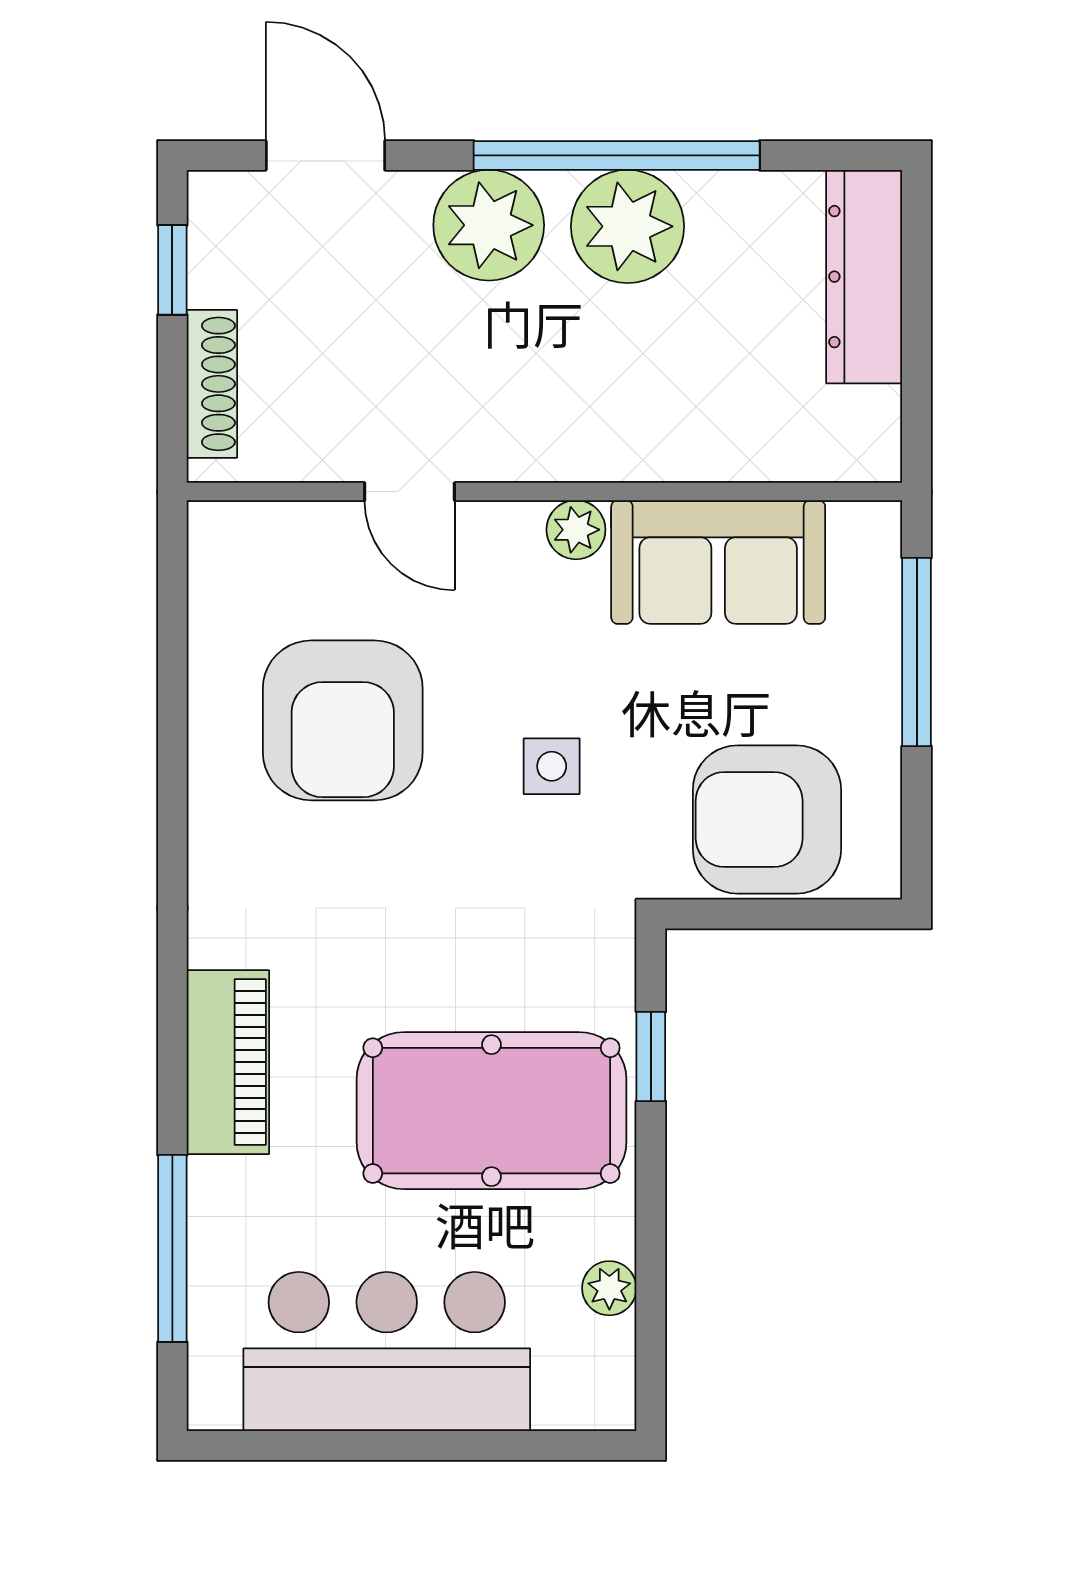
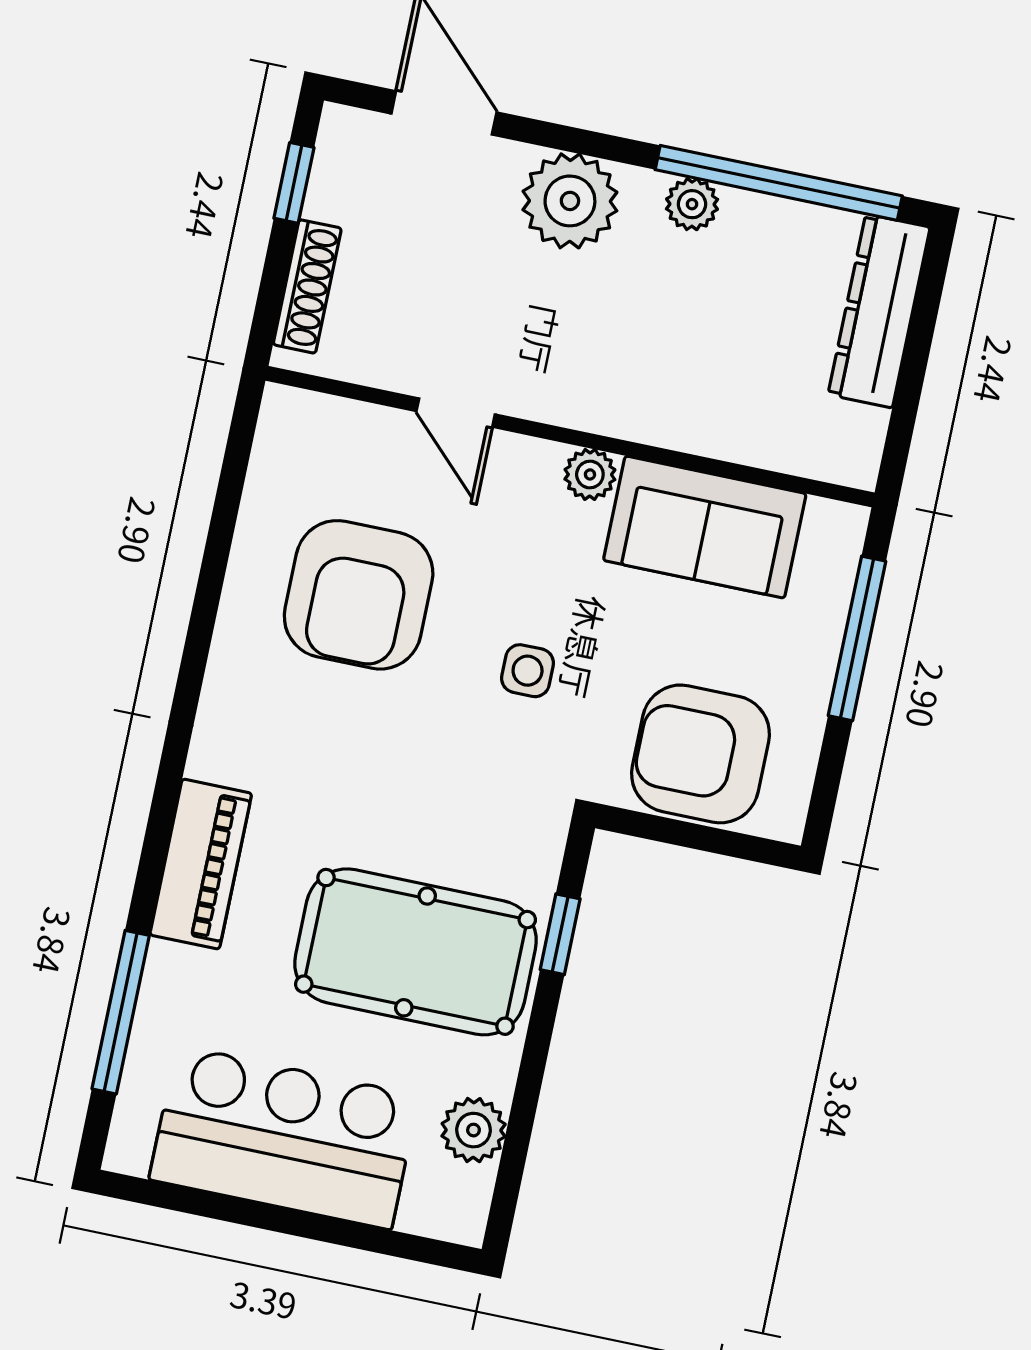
window: (617, 155) -> (779, 183), moved
plant: (627, 226) -> (692, 204), width x0.53, depth x0.53
plant: (609, 1288) -> (474, 1130), width x1.38, depth x1.38

